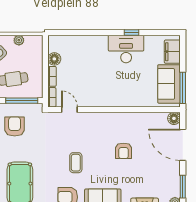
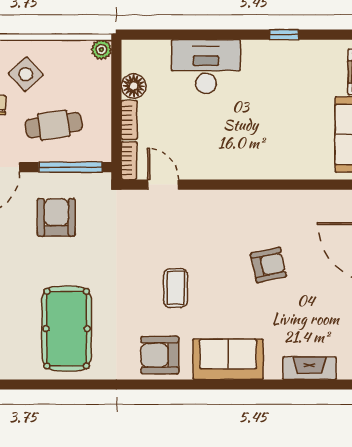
plant: (19, 40) -> (101, 50), moved
desk: (126, 49) -> (206, 67), moved
armchair: (124, 151) -> (268, 265), turned -102

